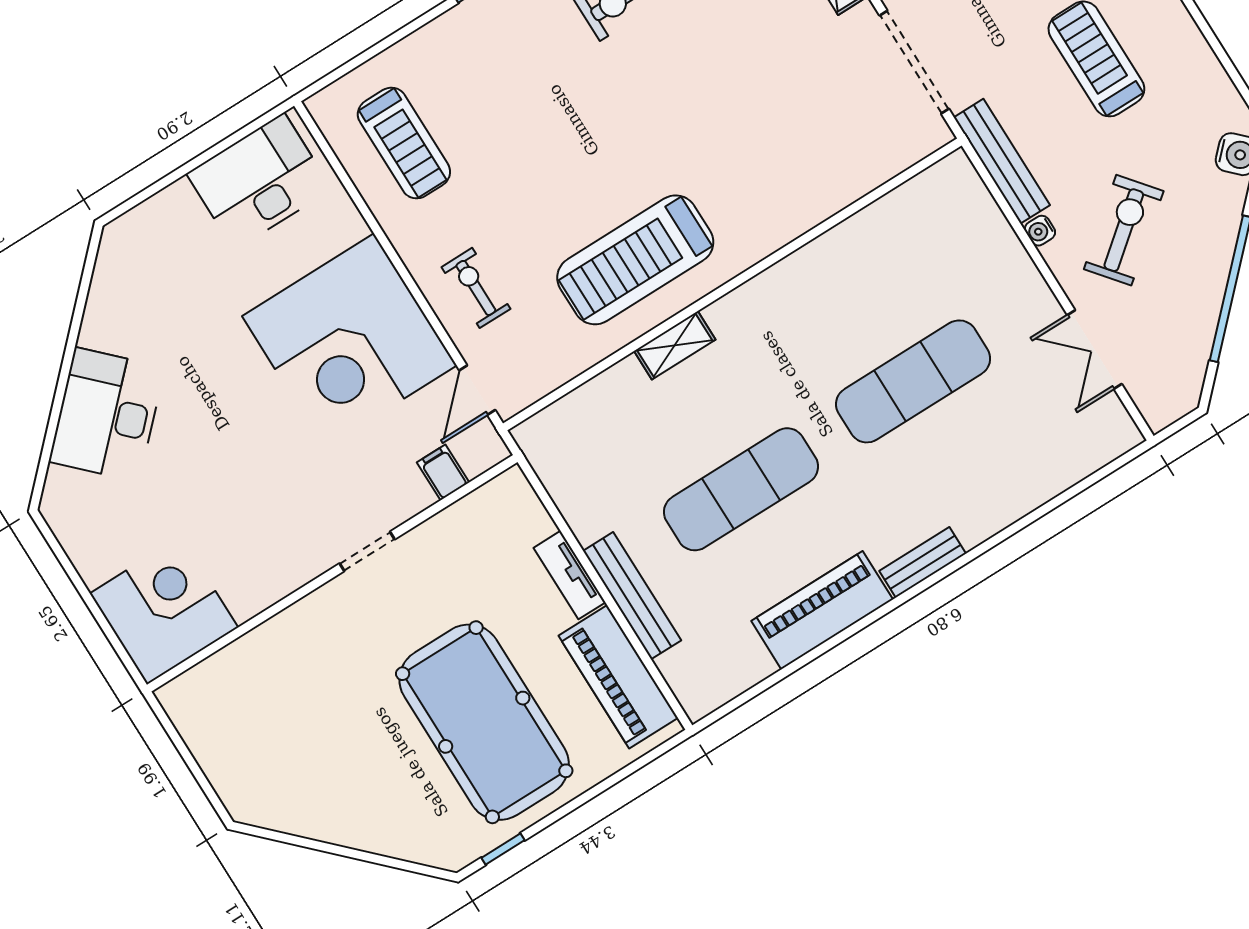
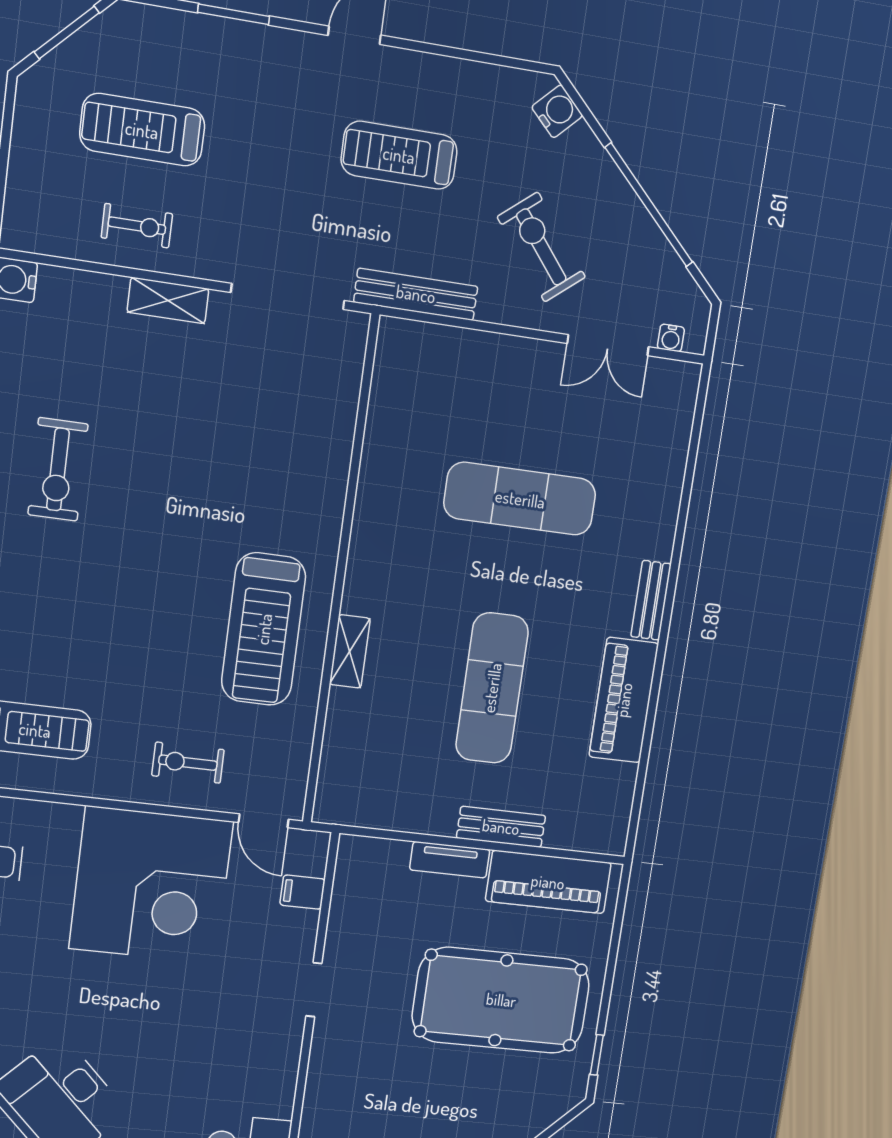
water cooler: (1040, 231) -> (671, 338), moved
exercise mat: (913, 381) -> (520, 499), turned 90
bench: (632, 596) -> (501, 827), width x0.73

